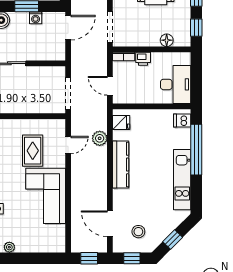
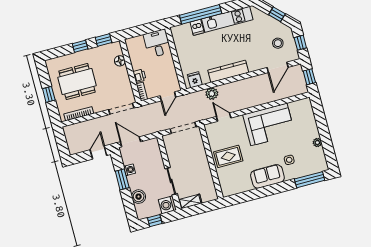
desk: (176, 84) -> (157, 43), width x0.73
dishwasher: (182, 121) -> (197, 27), moved
rug: (33, 151) -> (228, 156), moved

